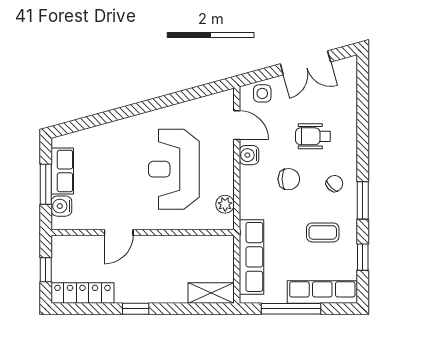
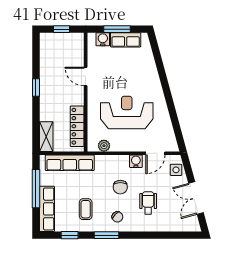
locker: (83, 293) -> (77, 126), moved, turned 180

